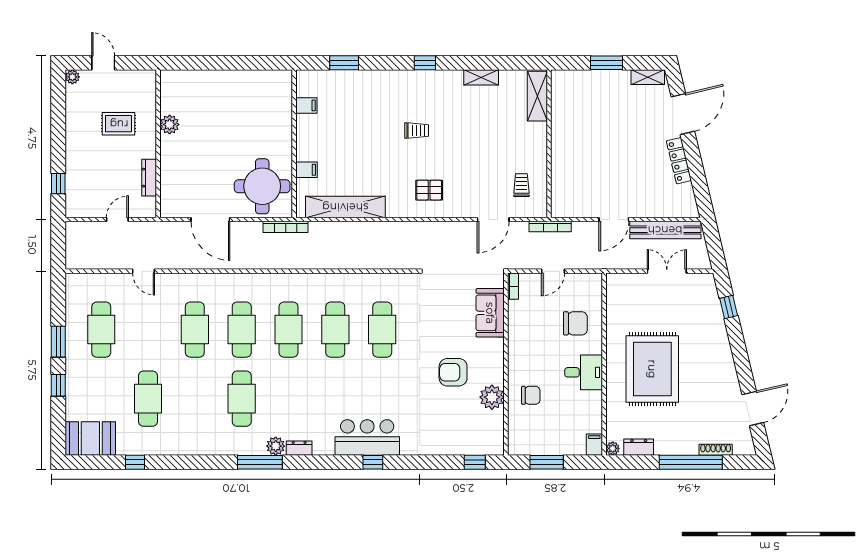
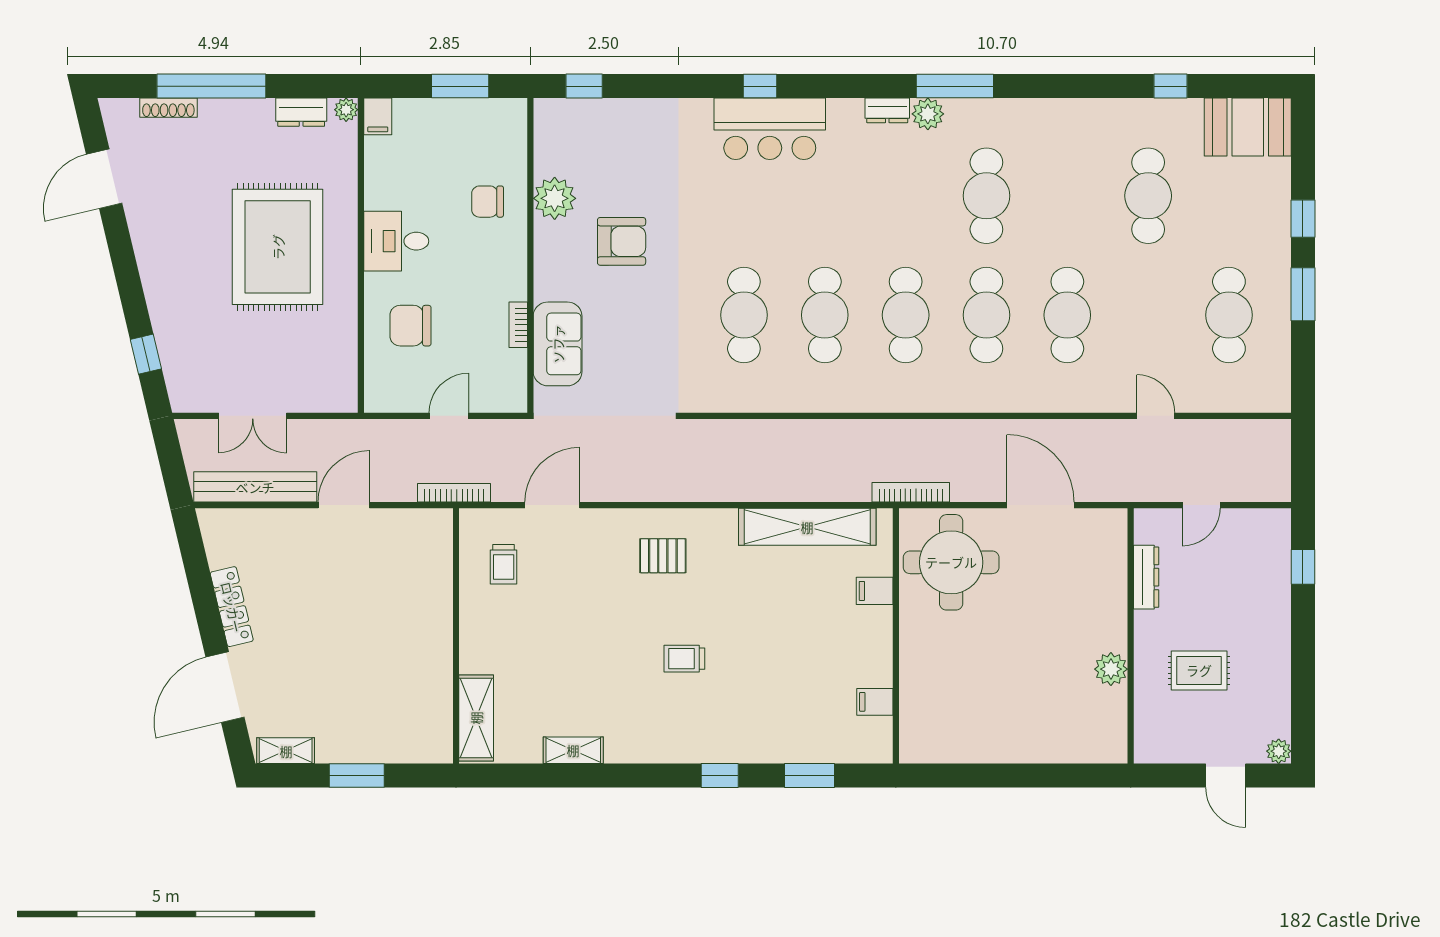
window: (425, 63) -> (720, 775), moved
bookcase: (513, 286) -> (518, 325), moved

